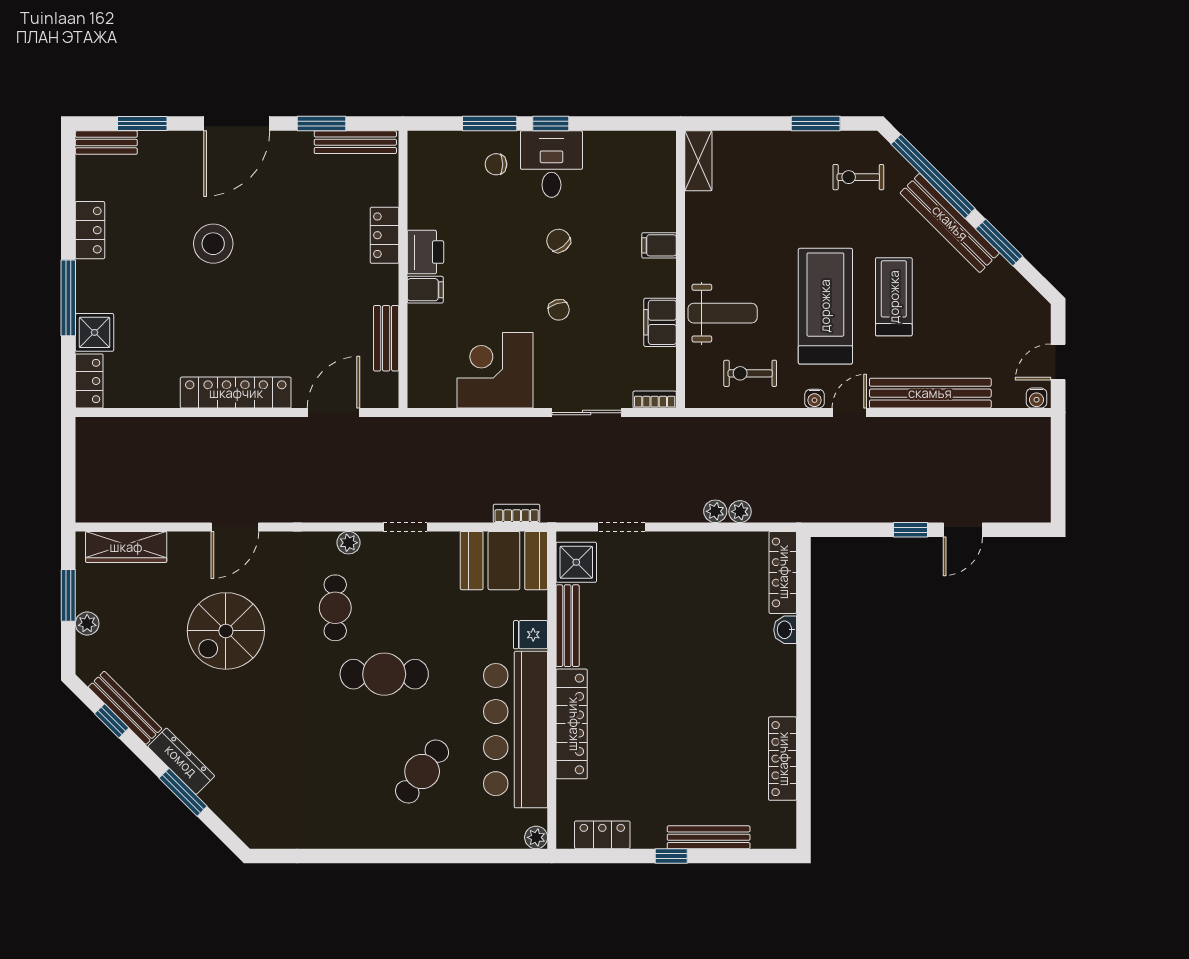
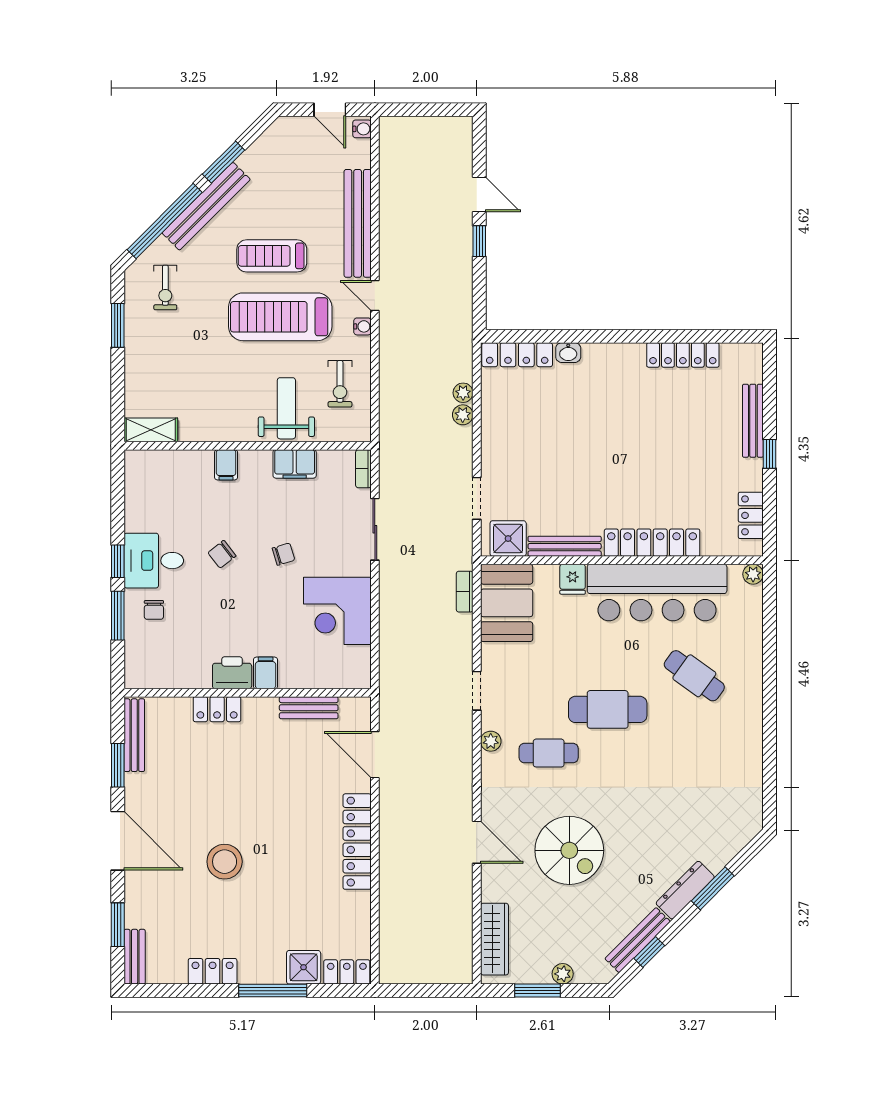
cafe table: (384, 674) -> (608, 709), turned 90

